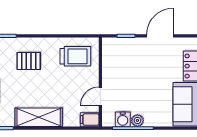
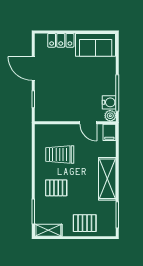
trolley: (75, 56) -> (60, 154), moved, turned -90
pallet: (29, 61) -> (56, 188), turned 90
plant: (137, 120) -> (110, 116), moved

